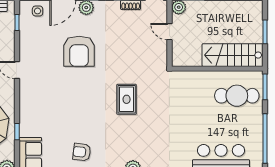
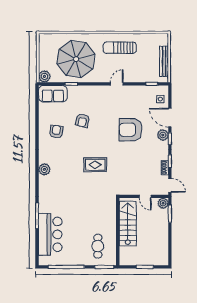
door: (169, 32) -> (145, 196), swing flipped
stairs: (233, 55) -> (128, 223), moved
cafe table: (237, 96) -> (98, 246), width x0.73, depth x0.74
armchair: (67, 116) -> (82, 120), added

